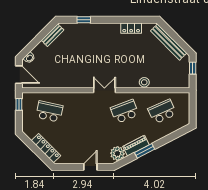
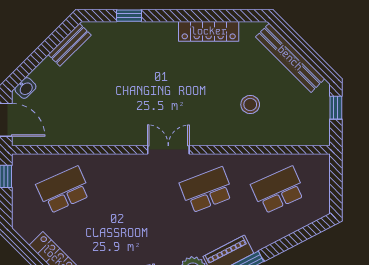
locker: (131, 28) -> (209, 31), width x1.53
stool: (144, 82) -> (250, 105), moved
school desk: (49, 111) -> (63, 190), turned -36

